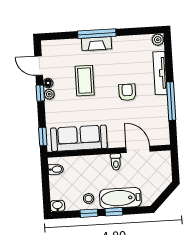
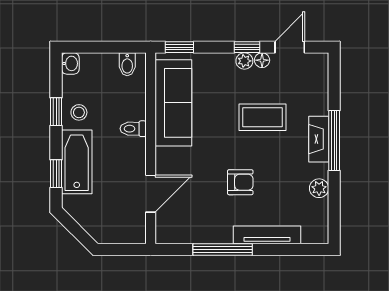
plant: (158, 40) -> (319, 188), moved
toilet: (116, 162) -> (133, 129), moved
window: (114, 212) -> (56, 174), moved

